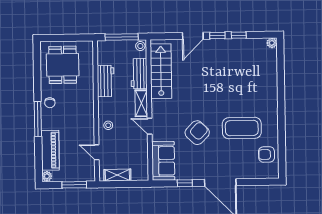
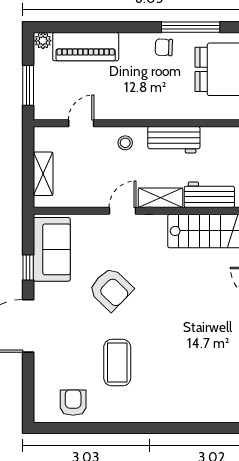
workbench: (106, 81) -> (174, 140), moved
window: (38, 119) -> (191, 27), moved
coffee table: (242, 128) -> (117, 363), width x0.73, depth x0.76
sofa: (163, 161) -> (52, 249), moved, turned -90
shelving: (117, 175) -> (43, 174), moved

